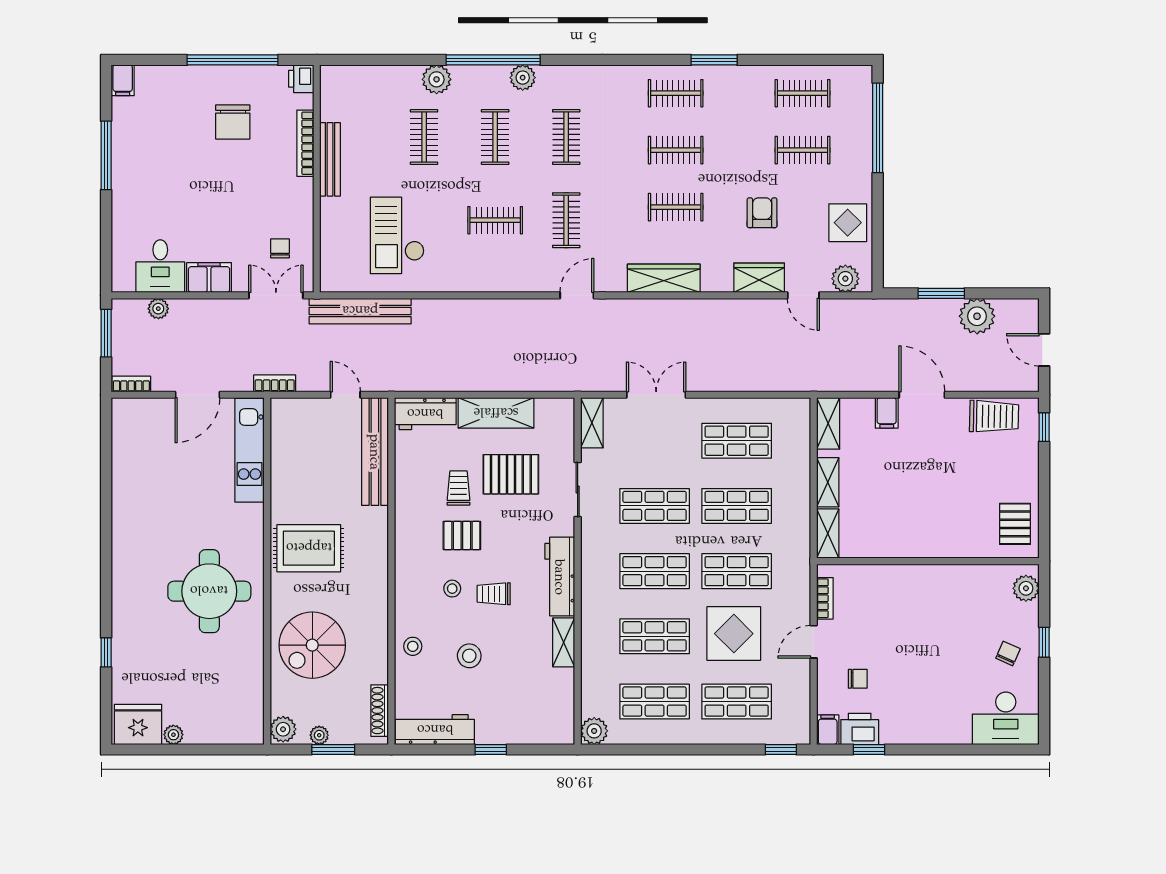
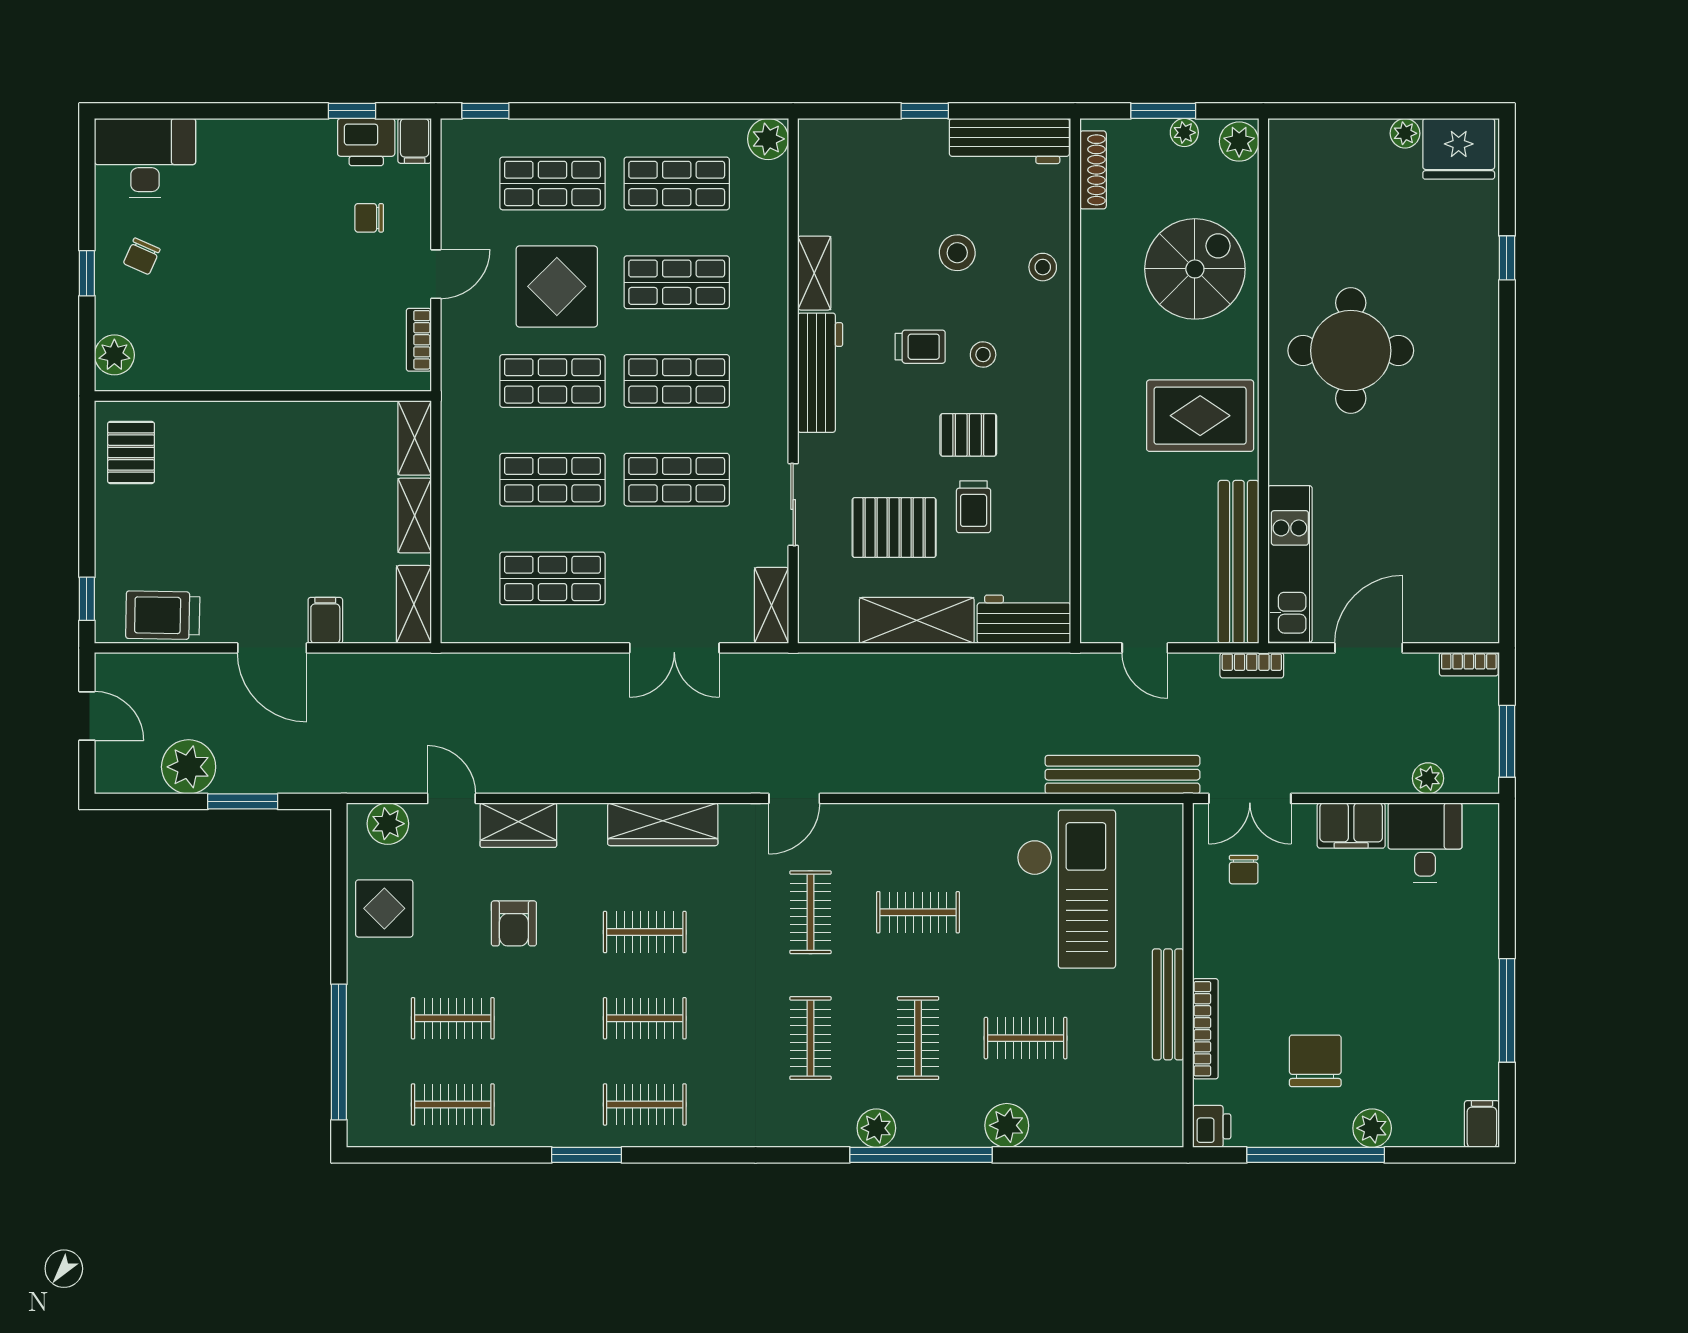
plant: (195, 78) -> (1372, 1128), added
clothes rail: (424, 137) -> (1026, 1038), turned 90
checkout: (397, 235) -> (1066, 889), width x1.36, depth x1.21
bench: (375, 452) -> (1238, 562), moved

